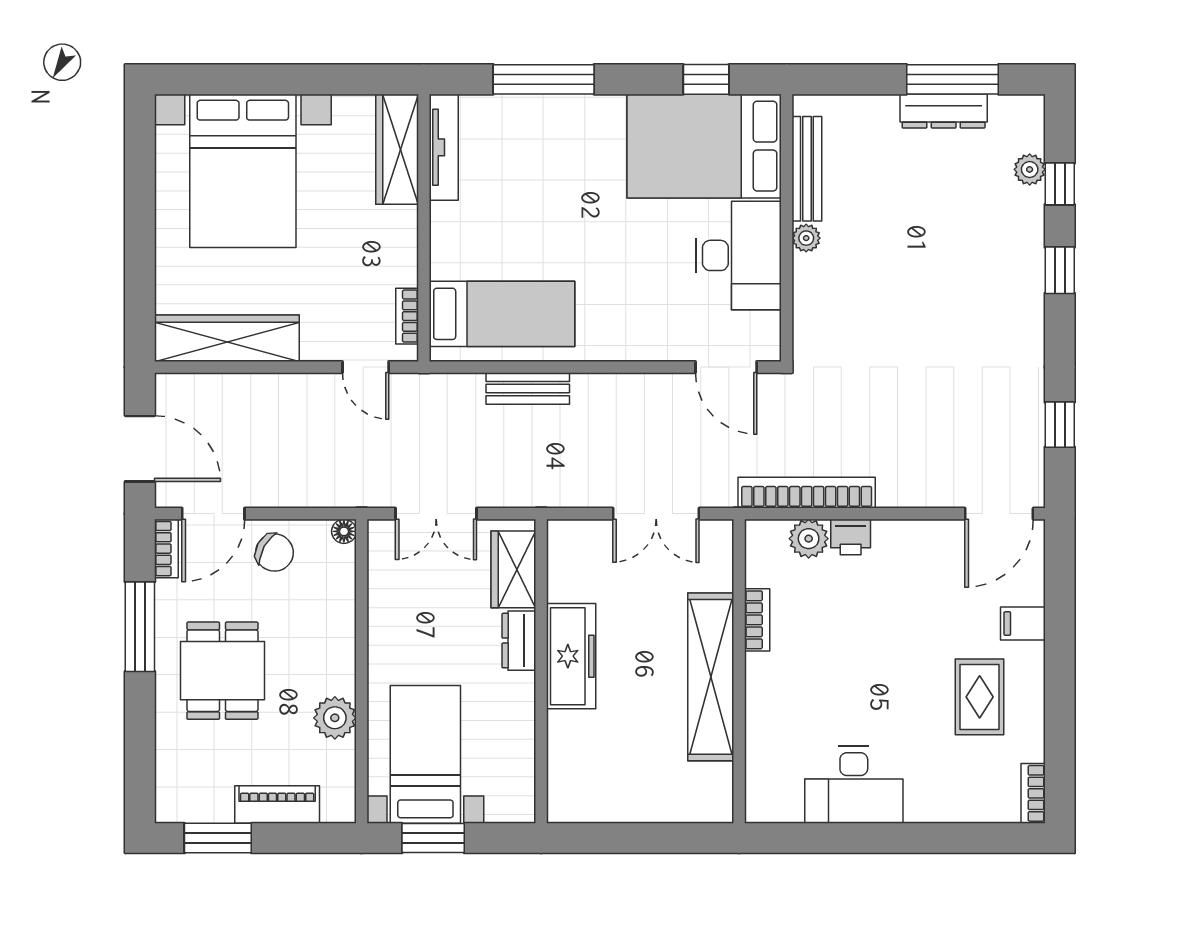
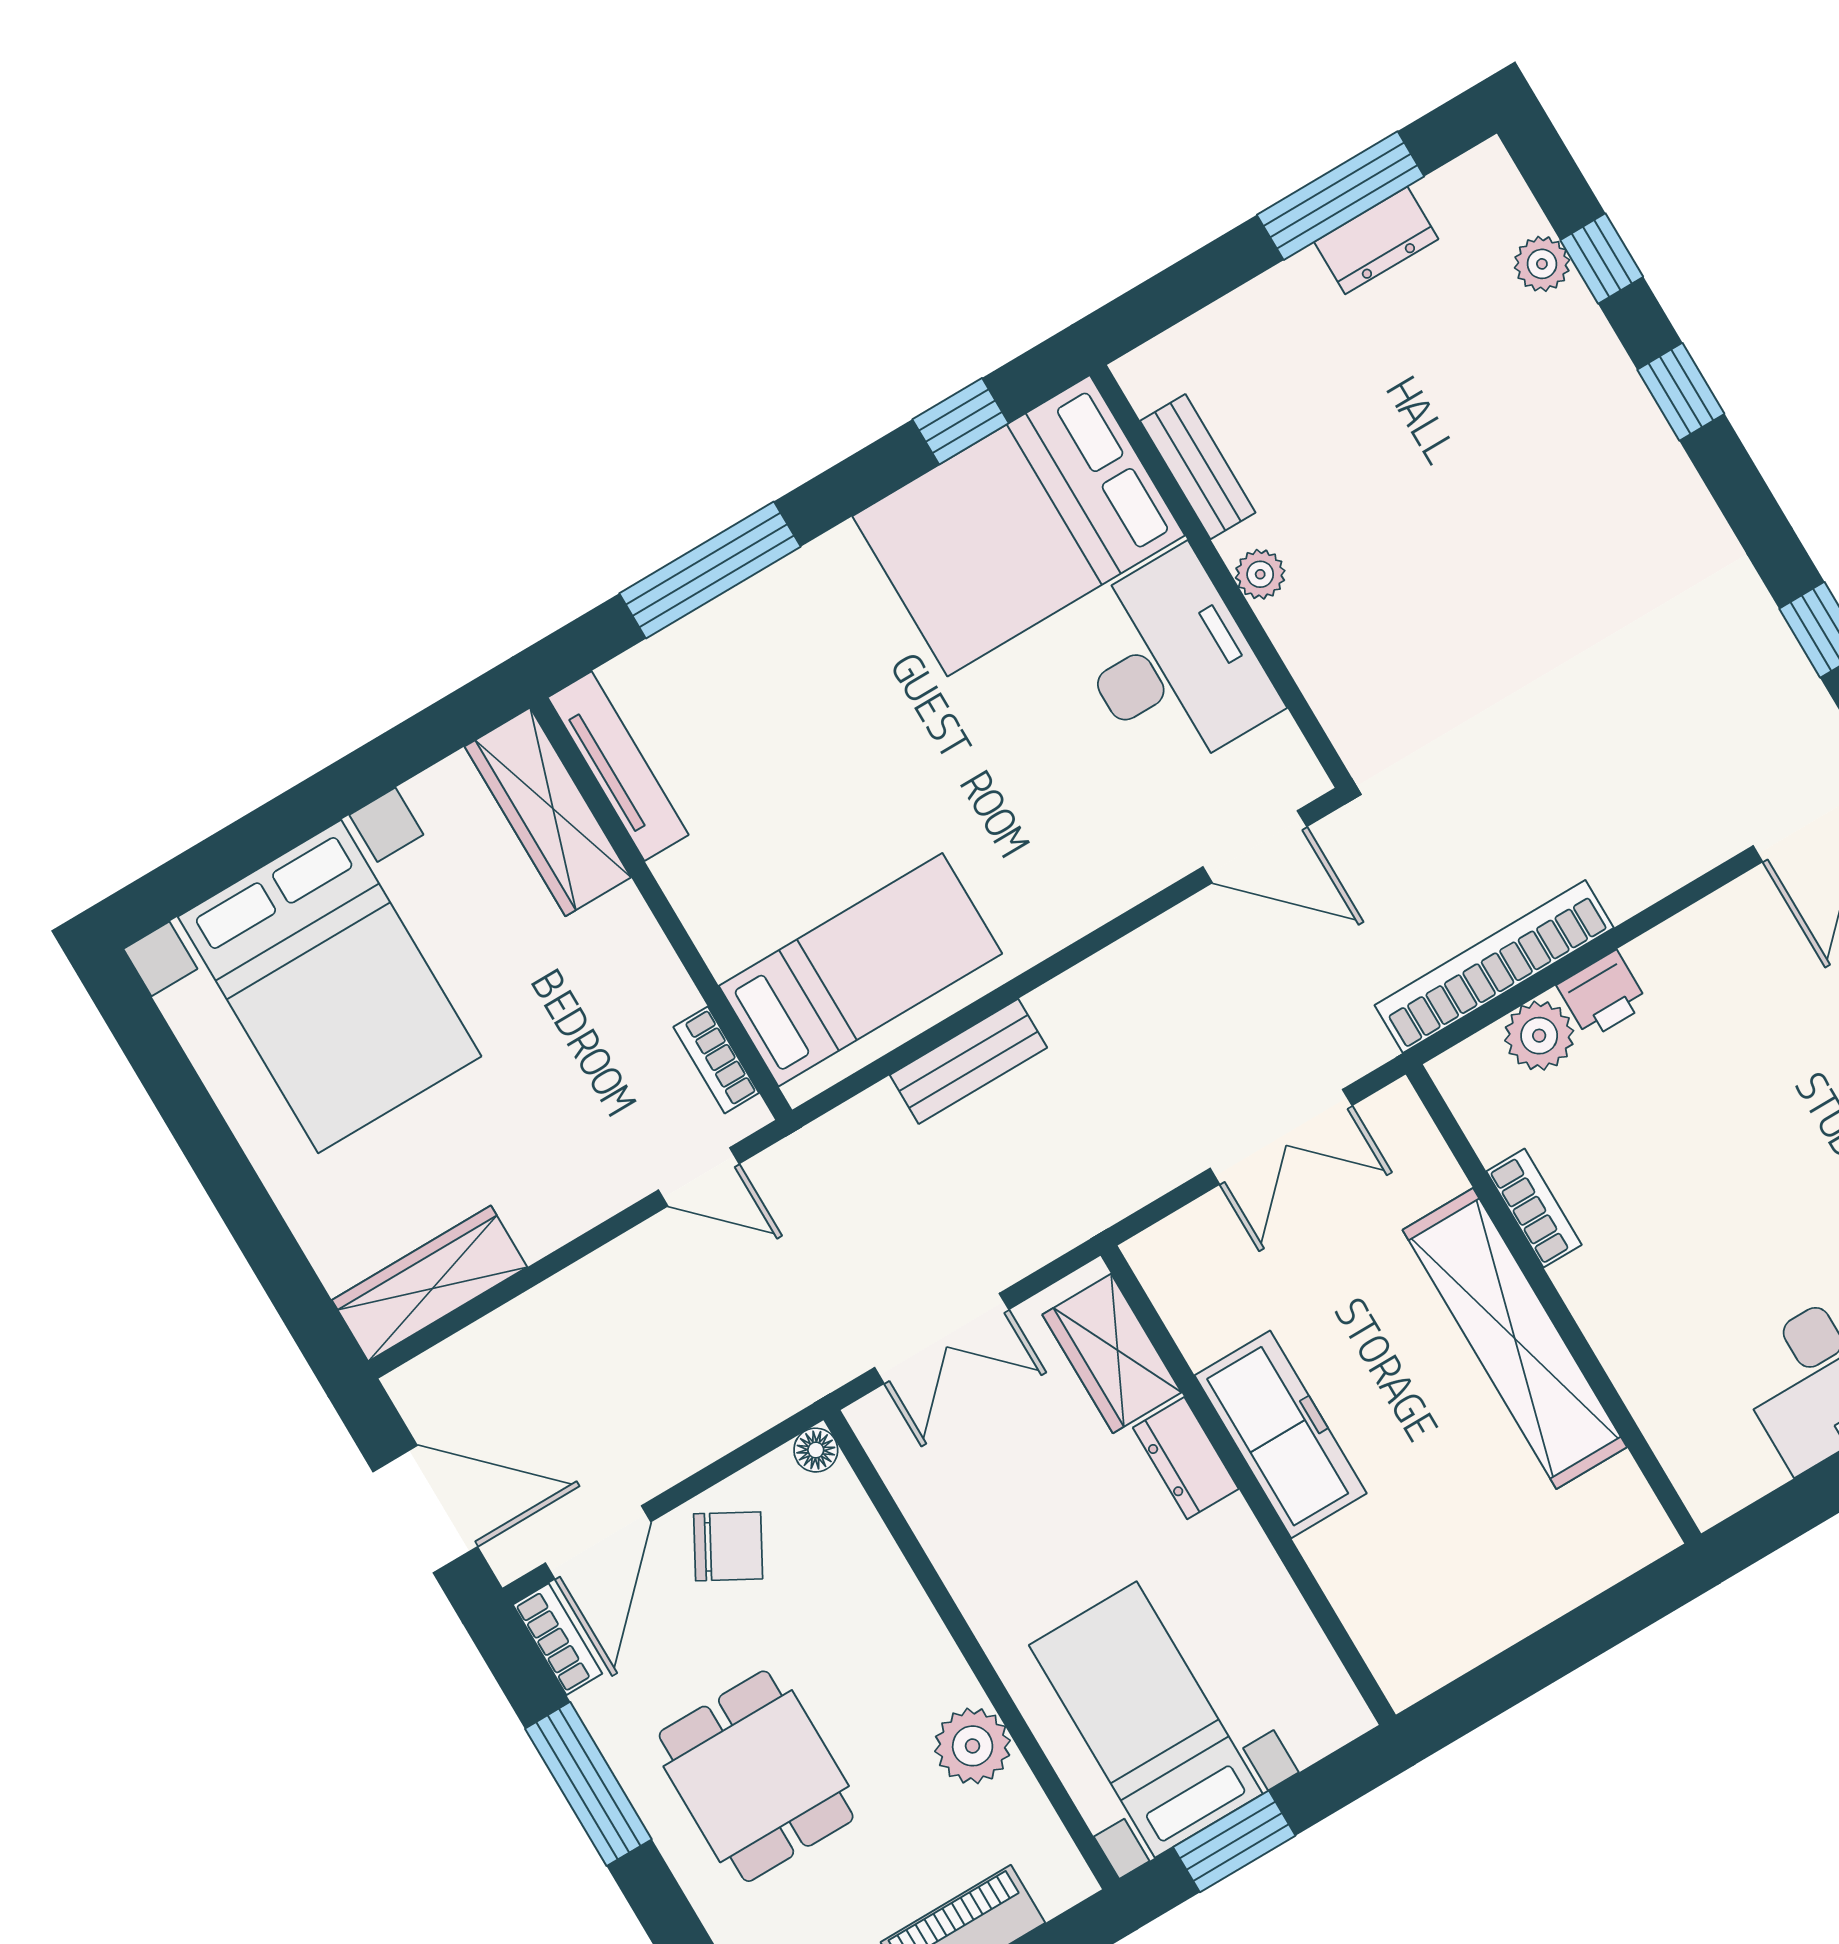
dresser: (944, 111) -> (1376, 240), width x0.70
bench: (807, 169) -> (1198, 467), width x0.73
wardrobe: (227, 338) -> (430, 1284), width x0.71, depth x0.85

